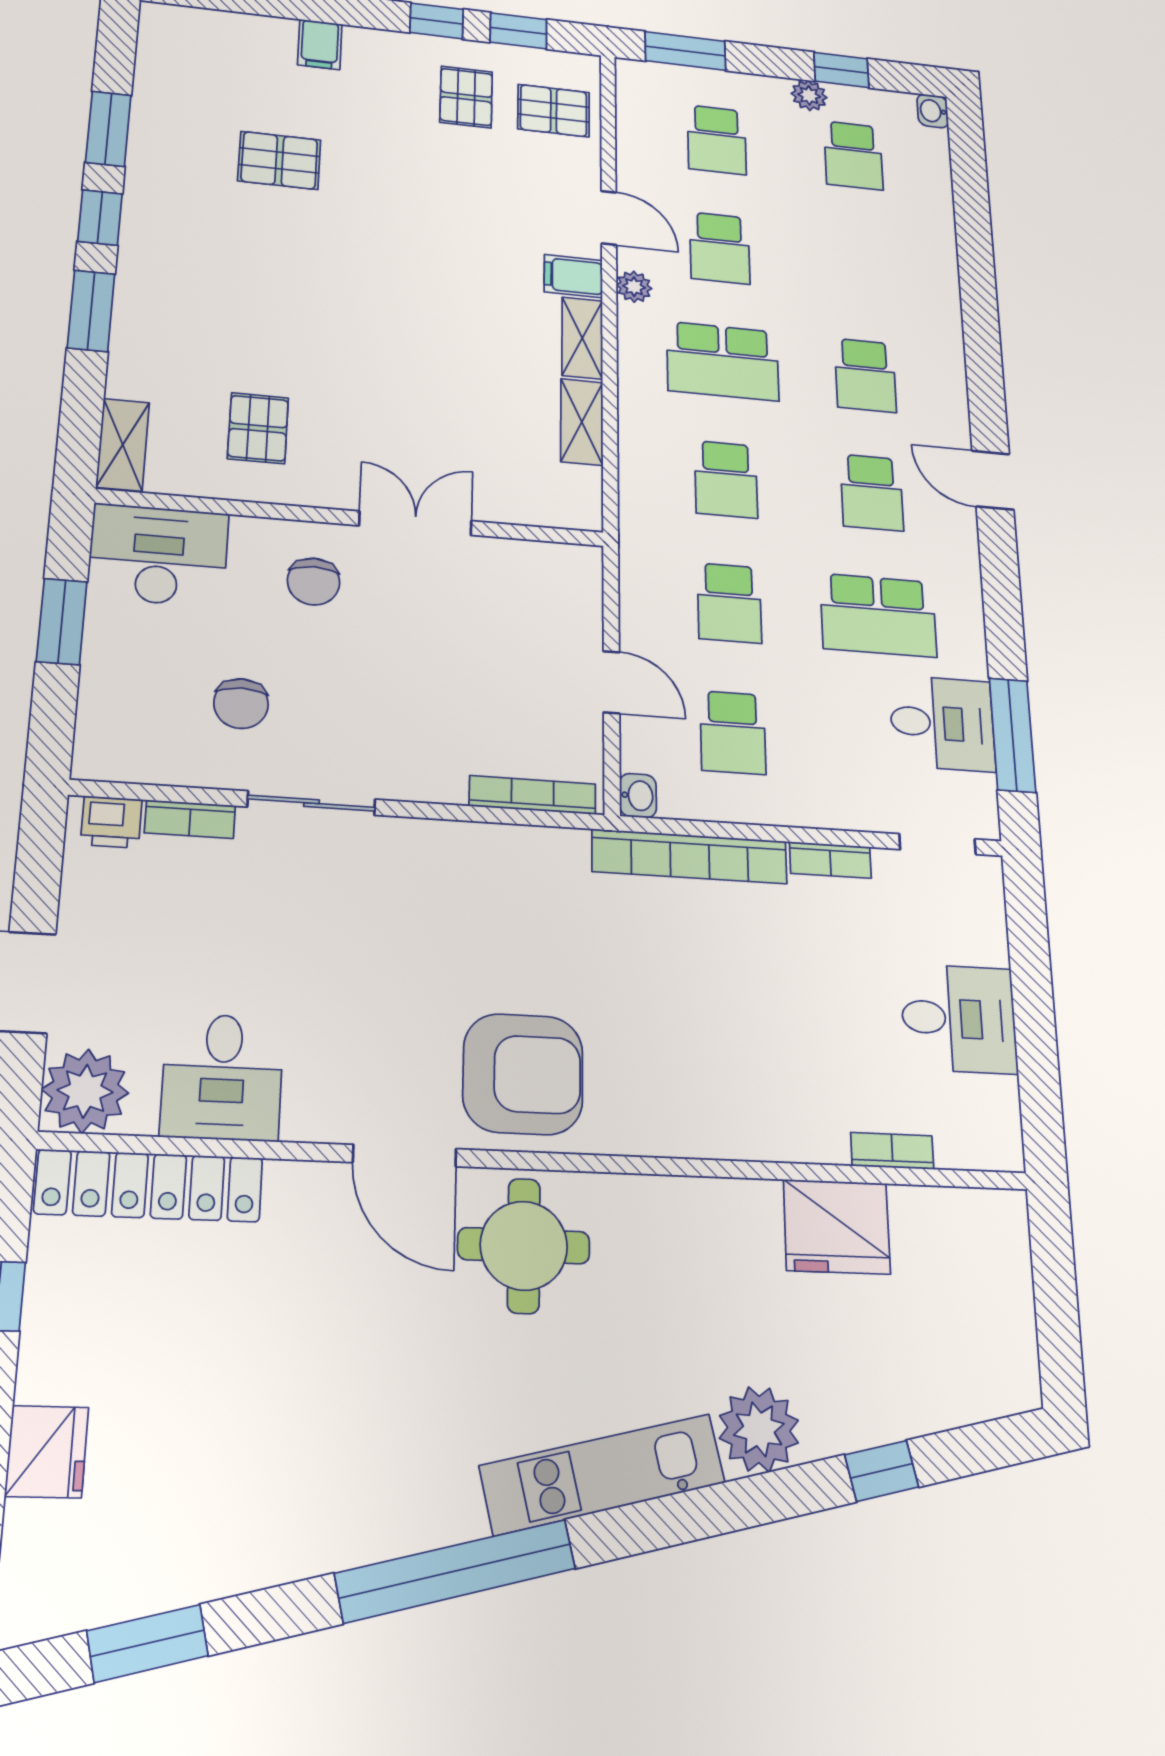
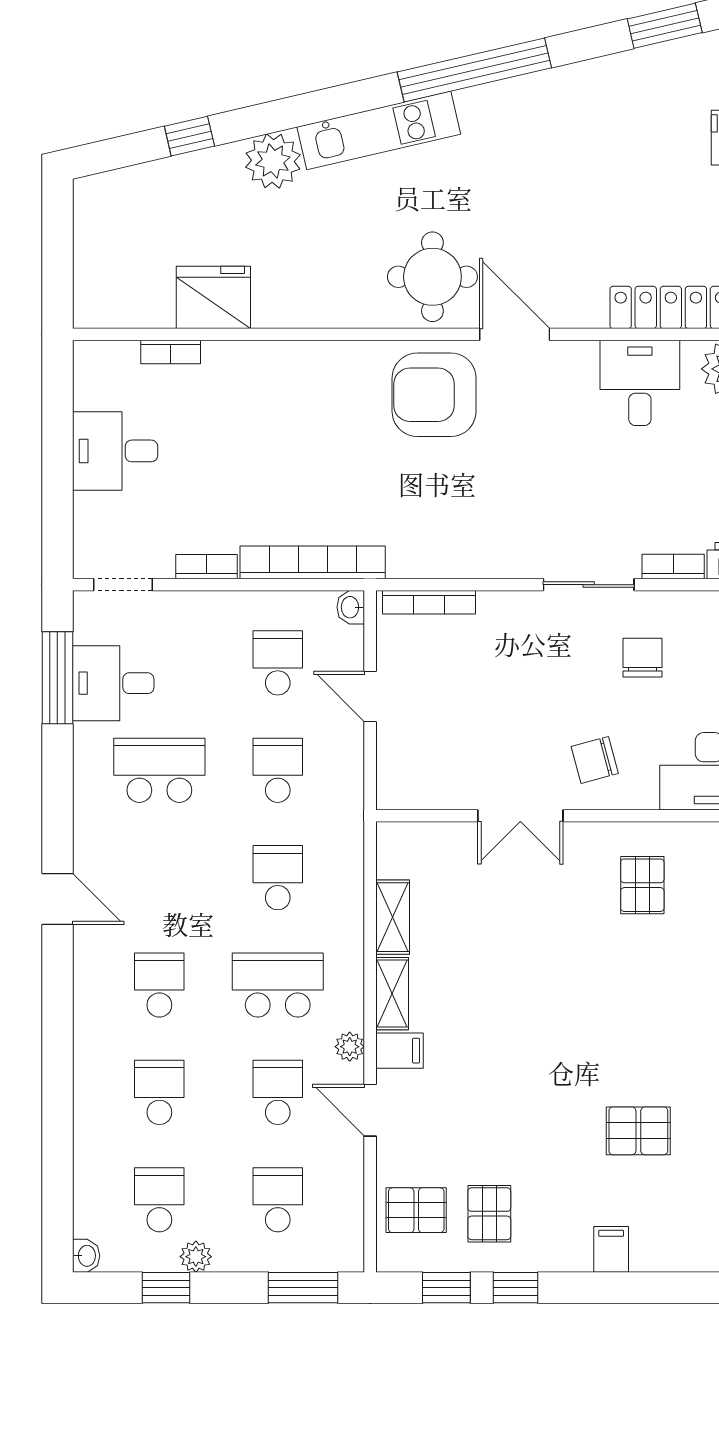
school desk: (872, 493) -> (159, 1092), moved
chair: (314, 582) -> (595, 760), turned -105

